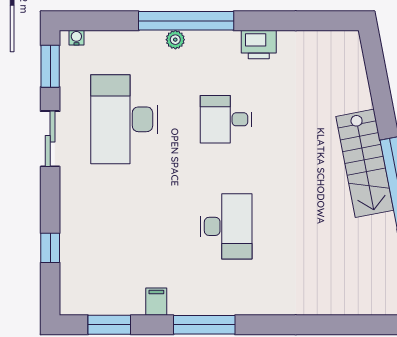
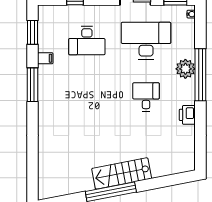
plant: (175, 40) -> (185, 69), width x1.88, depth x1.88
desk: (226, 226) -> (87, 41), moved

